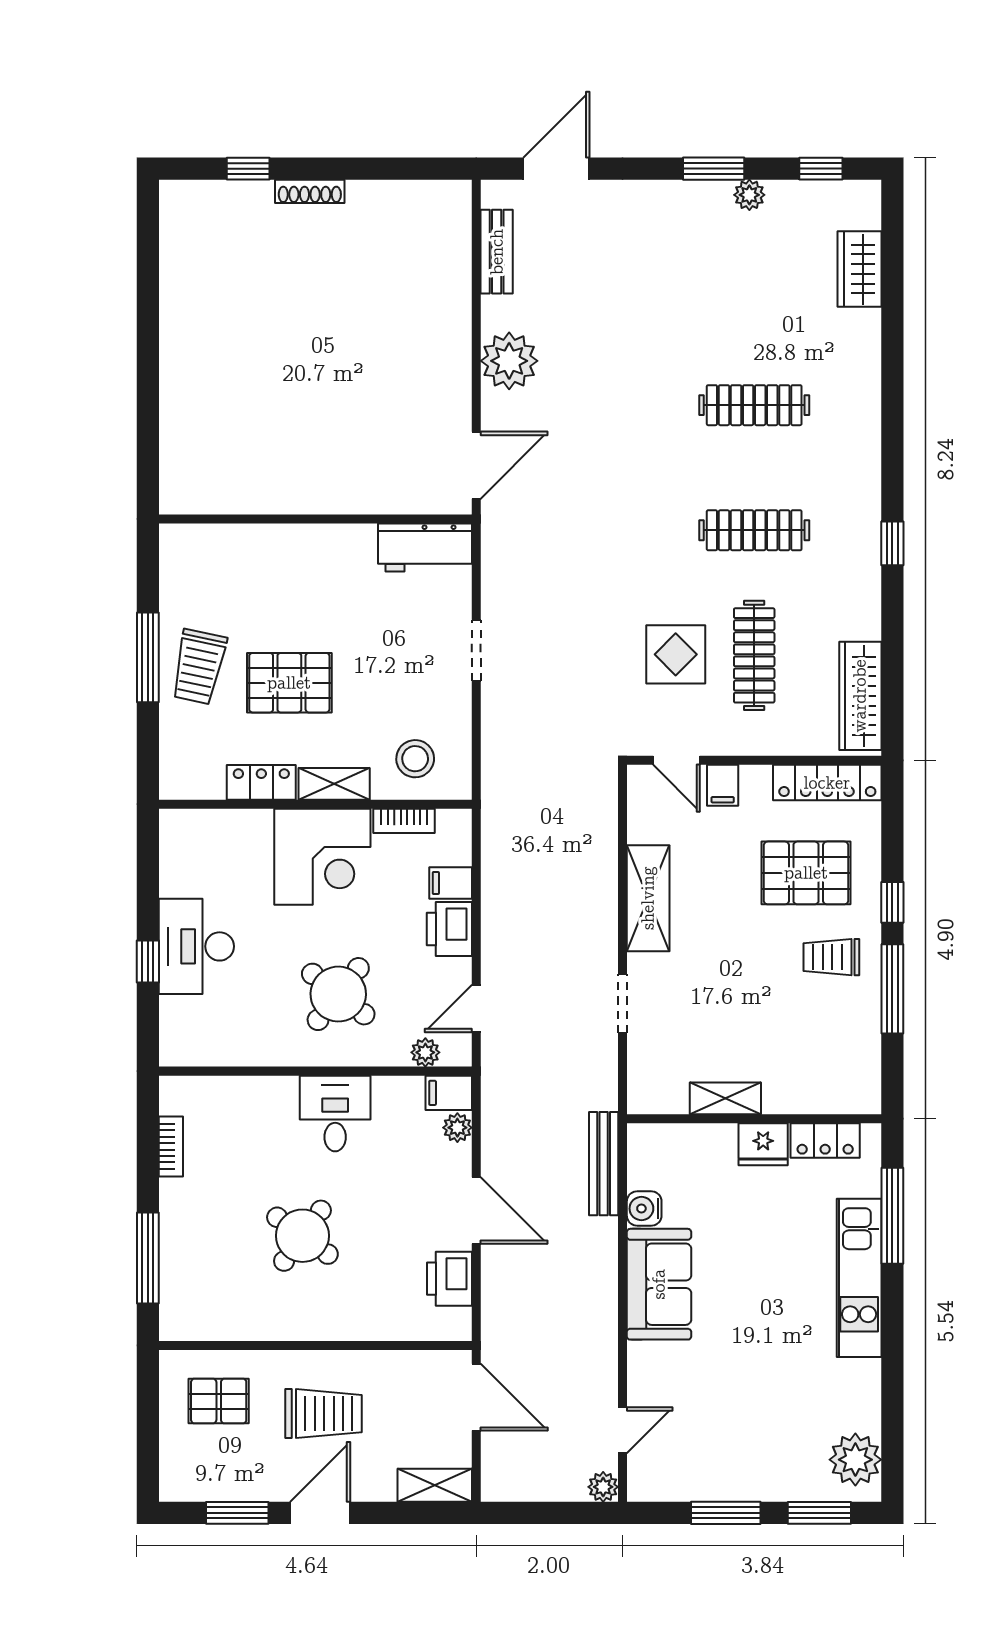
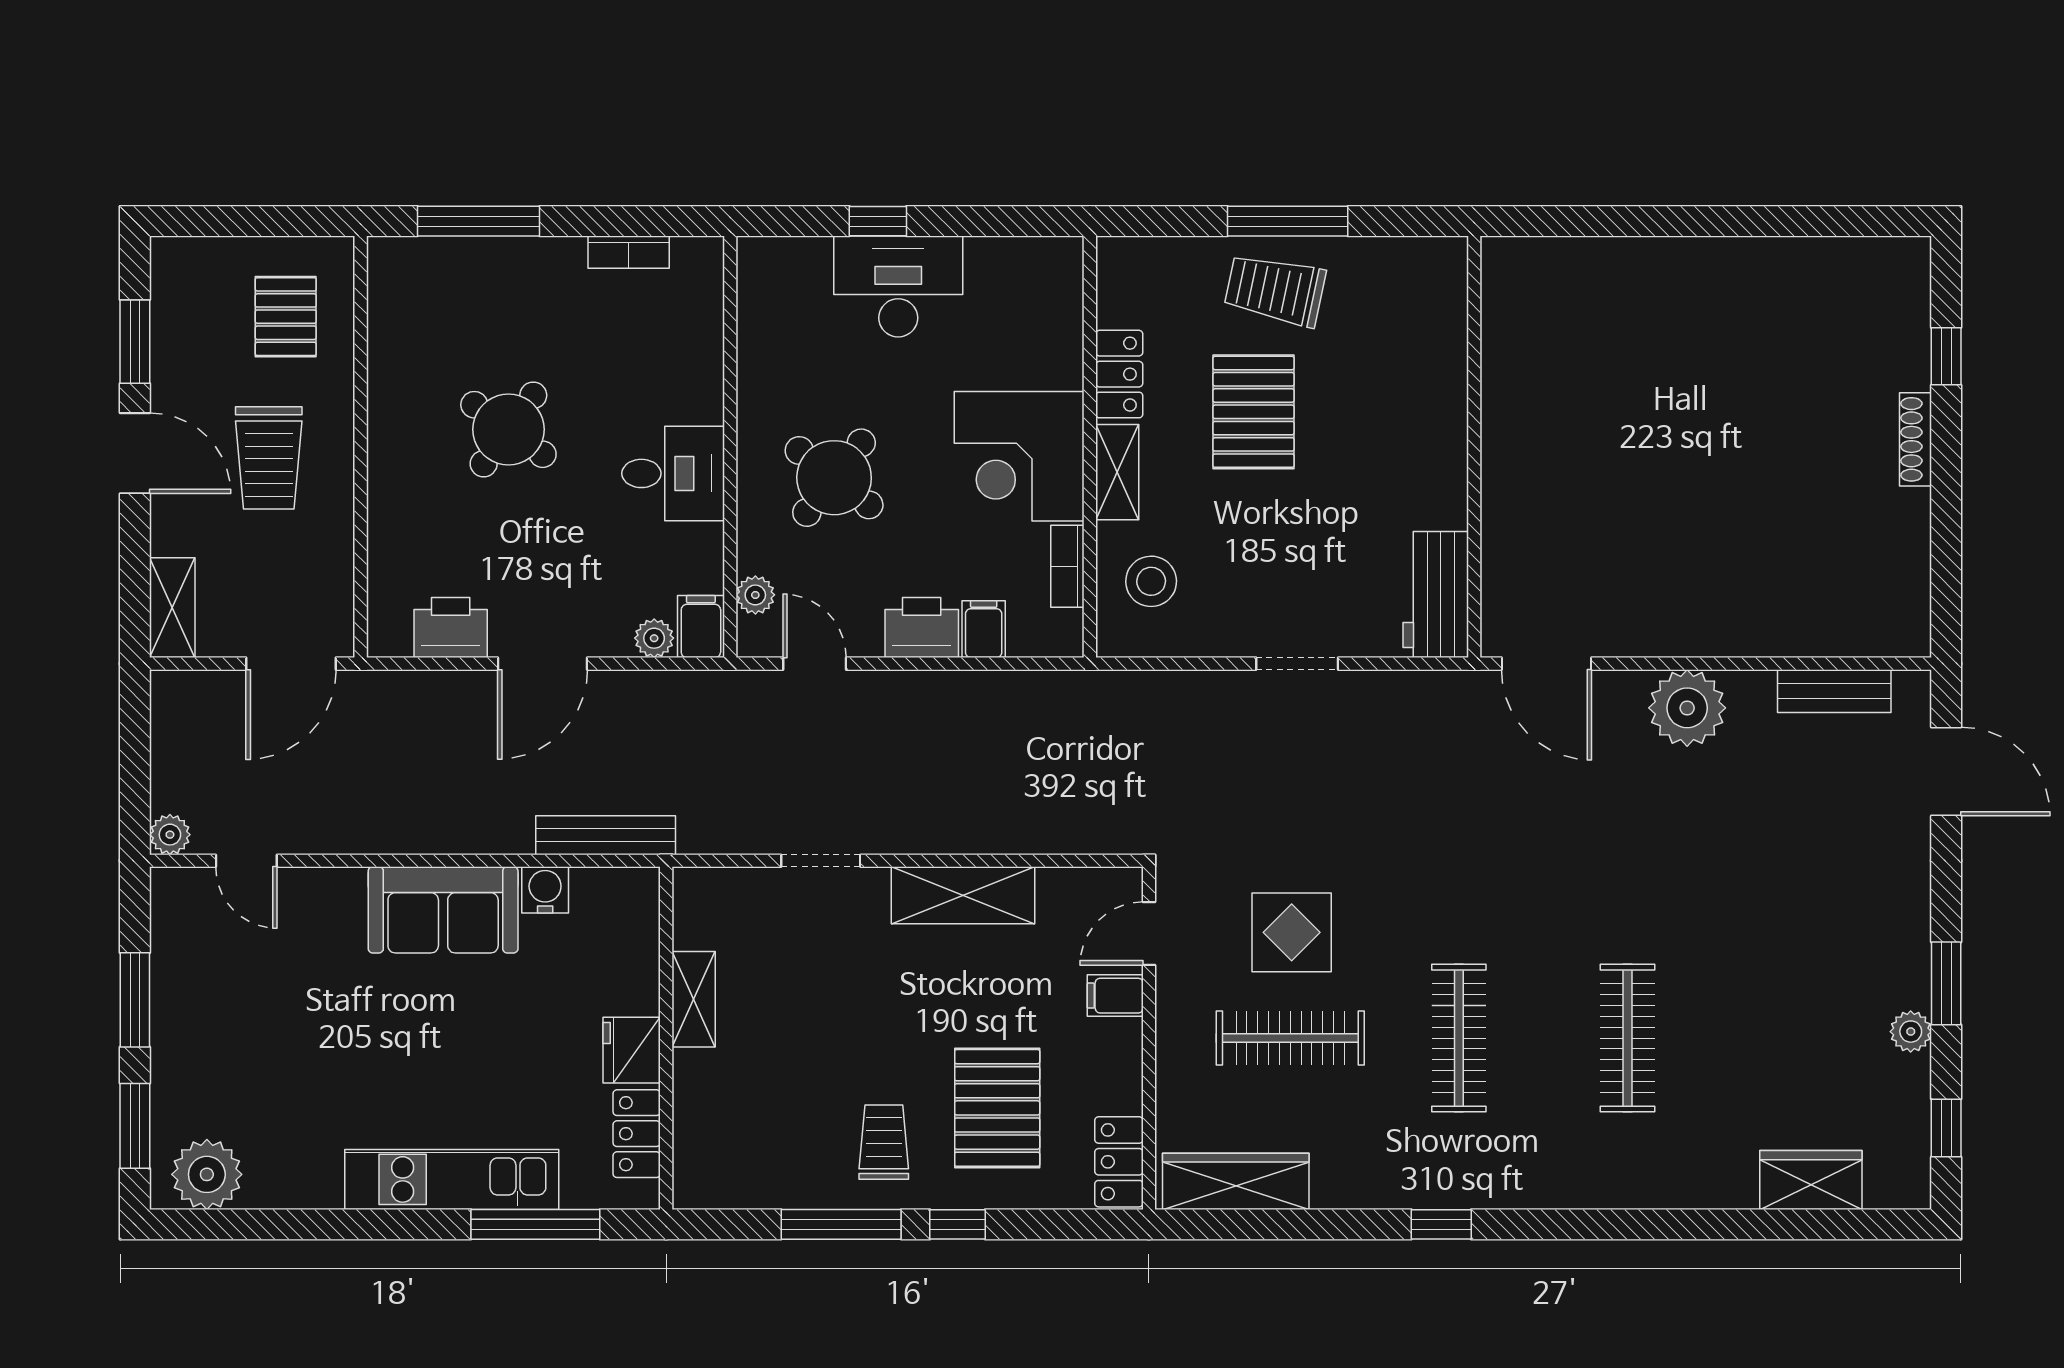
locker: (827, 783) -> (1119, 1162), width x0.66

